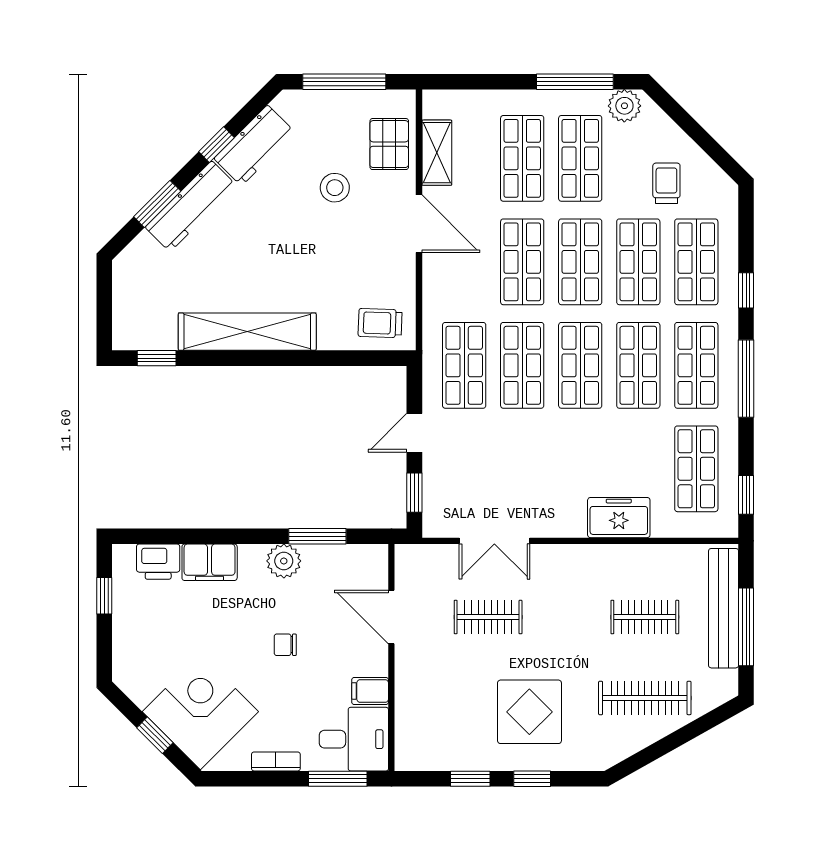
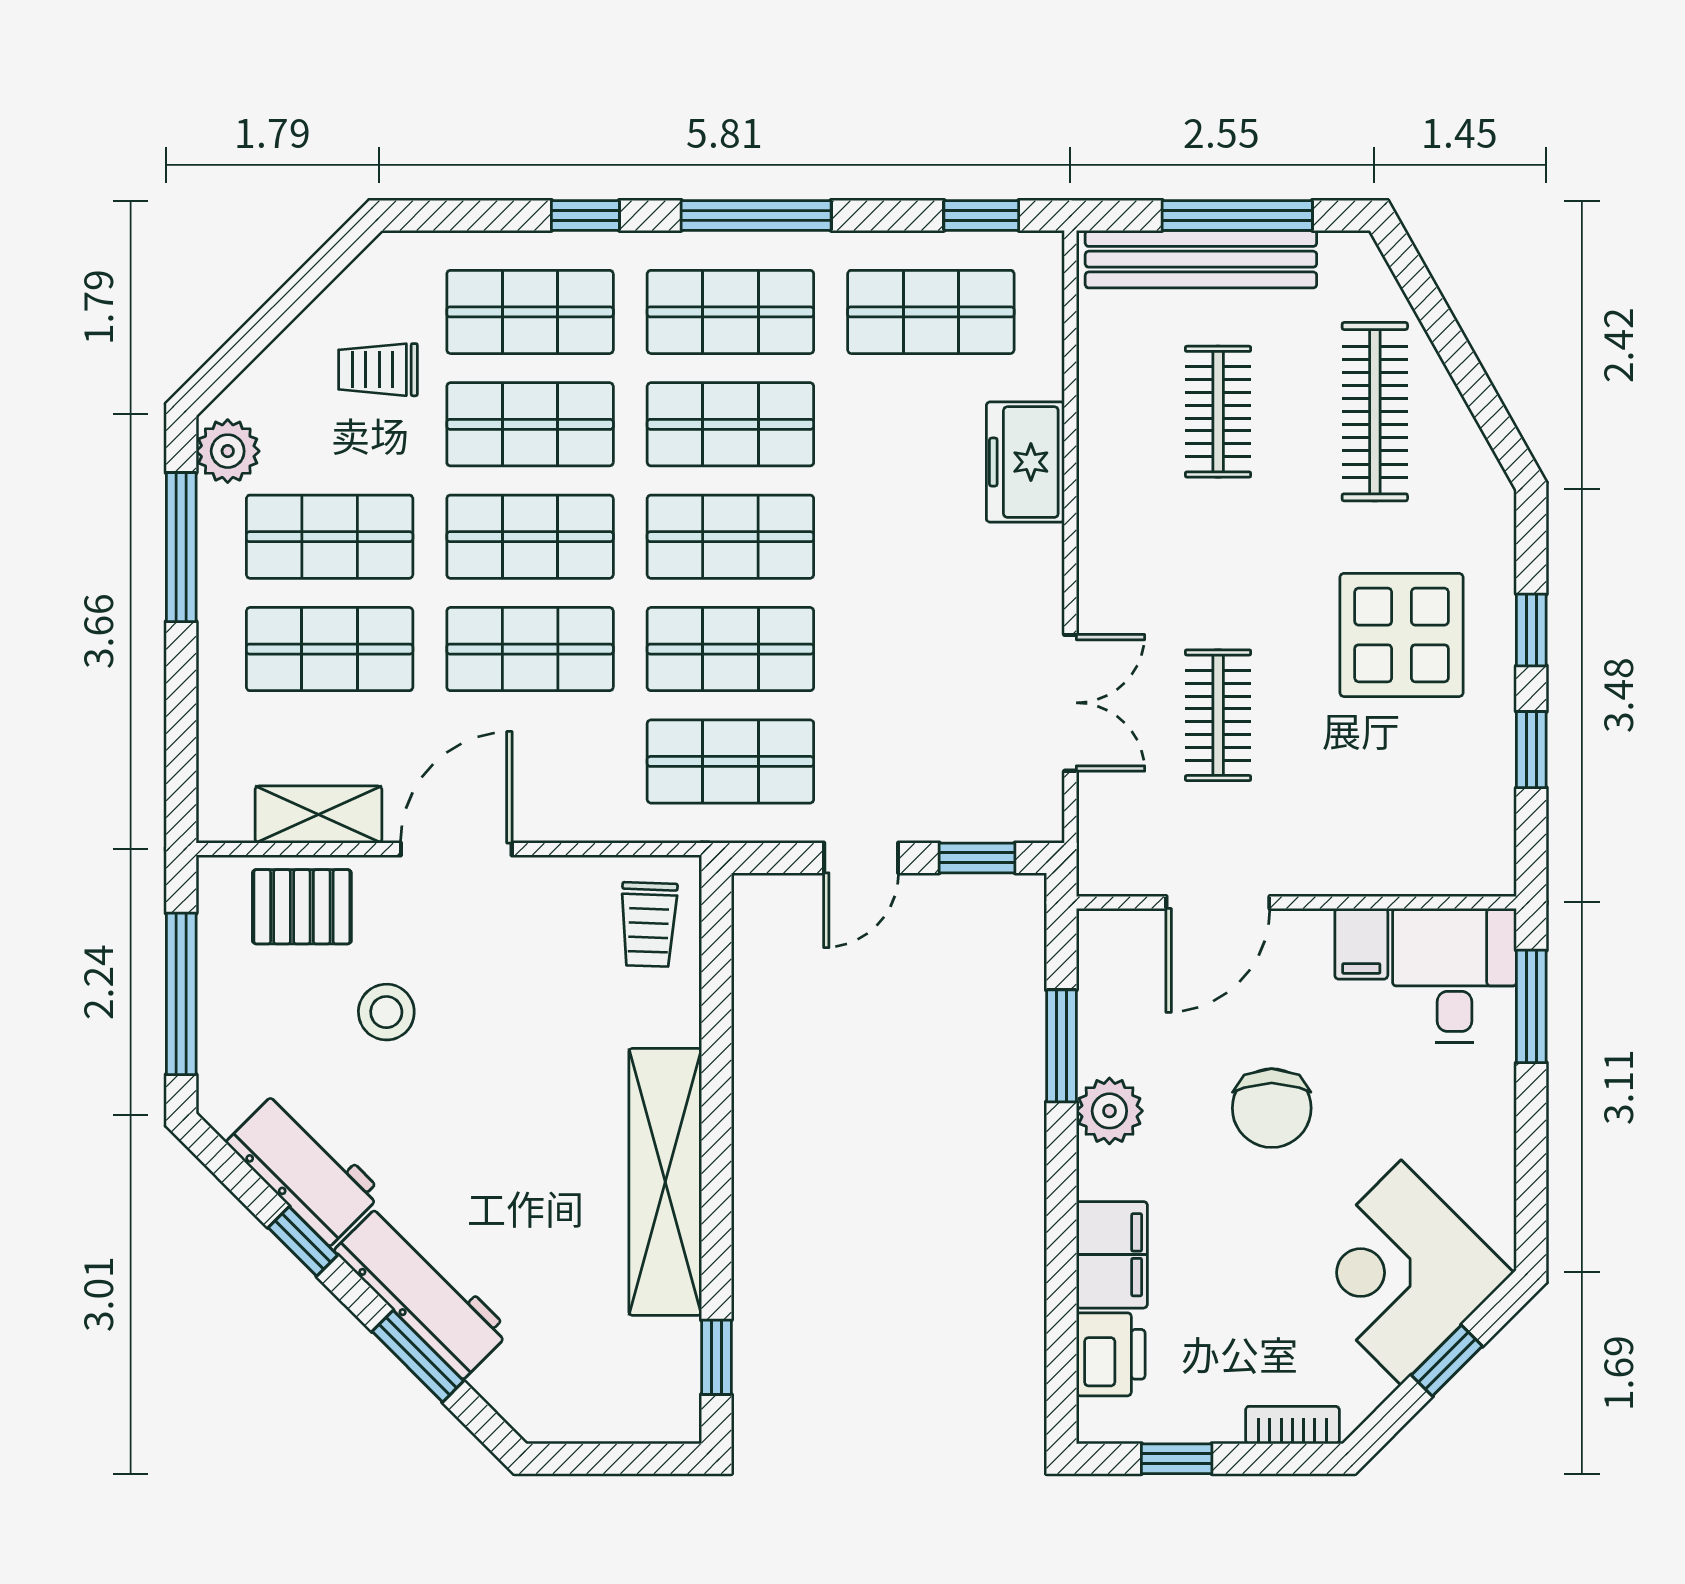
door: (414, 433) -> (861, 858), hinge flipped
chair: (285, 645) -> (1272, 1108), width x1.87, depth x1.87
bookcase: (276, 761) -> (1292, 1425), moved, turned 90

